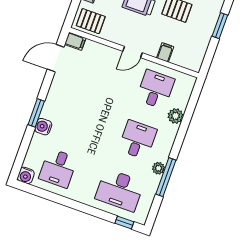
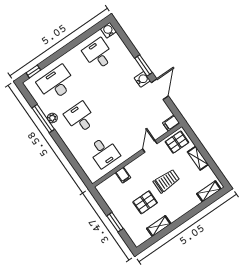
door: (133, 52) -> (150, 146), moved
door: (56, 58) -> (160, 89), moved
plant: (176, 116) -> (78, 153), removed
water cooler: (43, 127) -> (142, 79), moved
desk: (138, 140) -> (80, 118), turned 180

